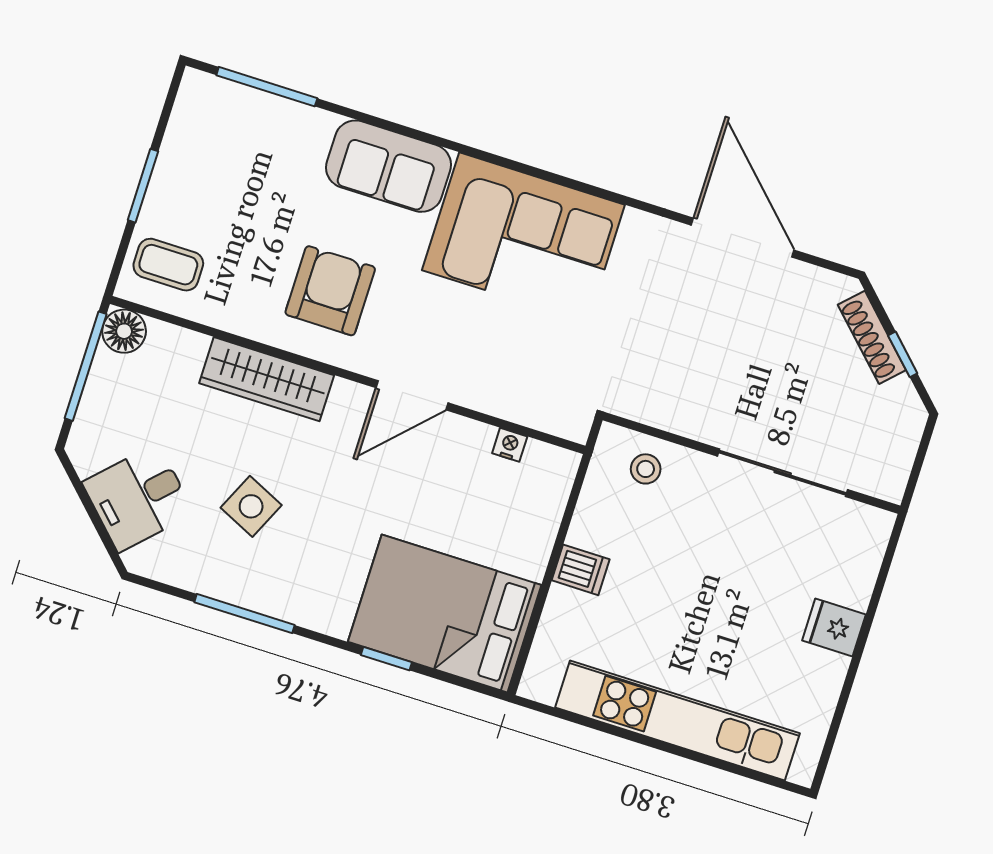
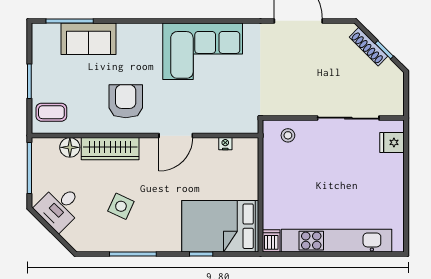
sofa: (388, 166) -> (89, 39), moved
floor lamp: (124, 331) -> (70, 147), moved
desk: (138, 498) -> (59, 207), moved
dishwasher: (581, 570) -> (271, 241), moved, turned -90
fridge: (834, 628) -> (392, 142), moved

